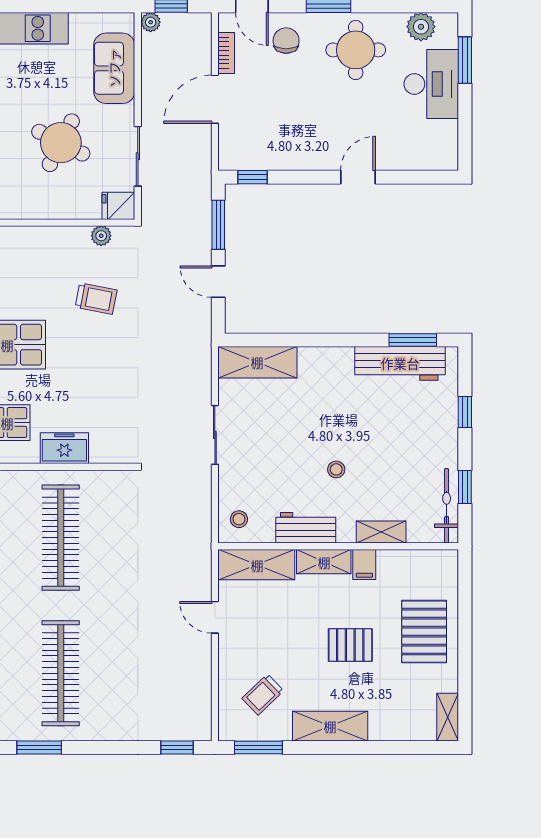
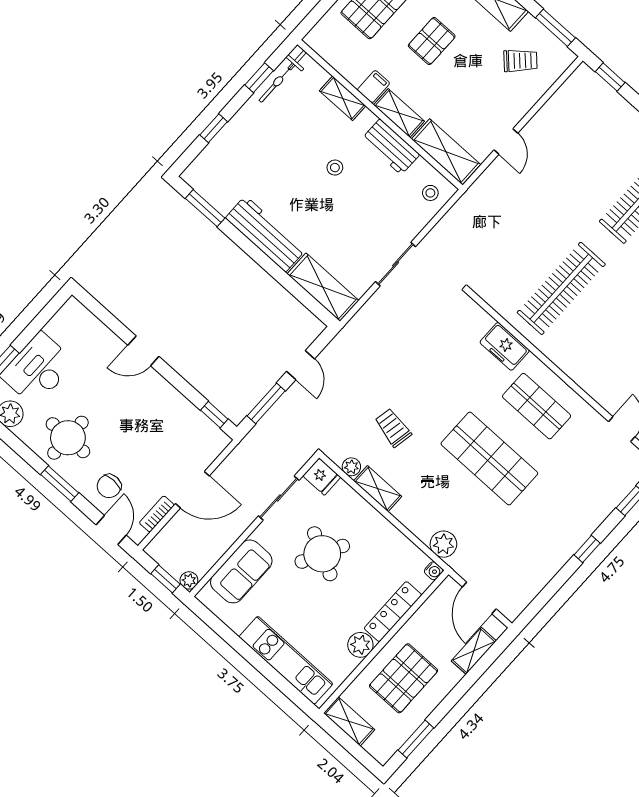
shelving: (63, 237) -> (378, 489), added
workbench: (400, 363) -> (265, 234), moved
pallet: (350, 645) -> (432, 41), turned 90

